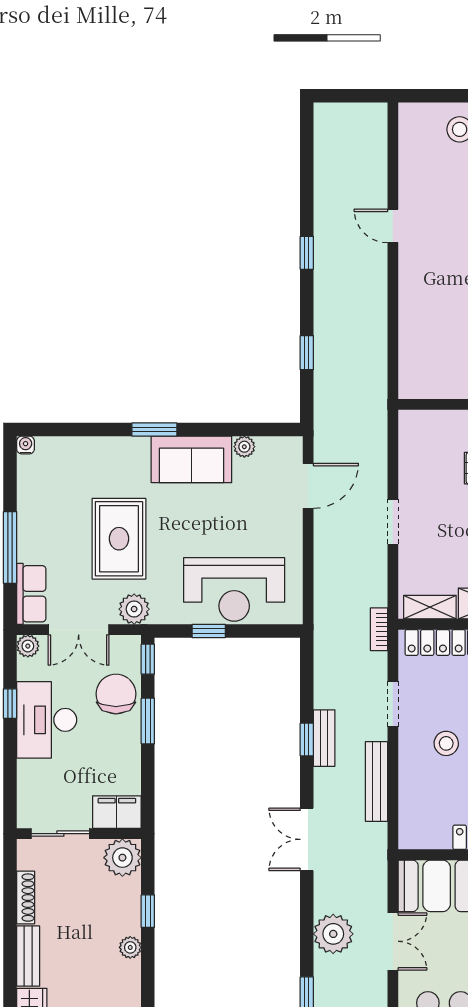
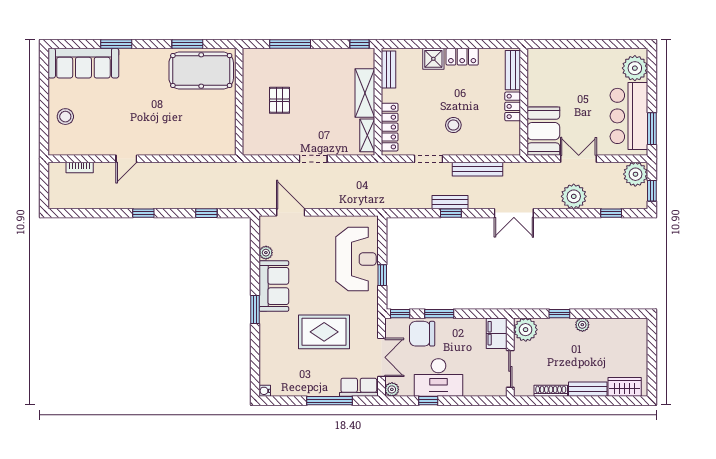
plant: (134, 609) -> (368, 322), removed
bookcase: (379, 629) -> (80, 167), moved

